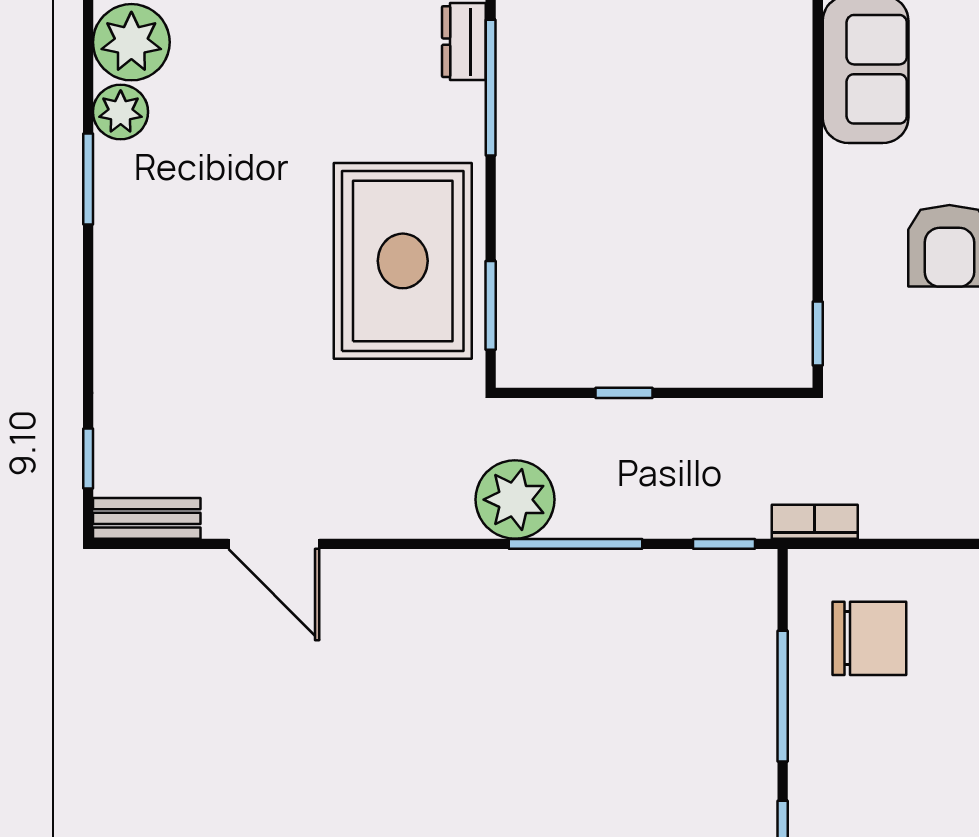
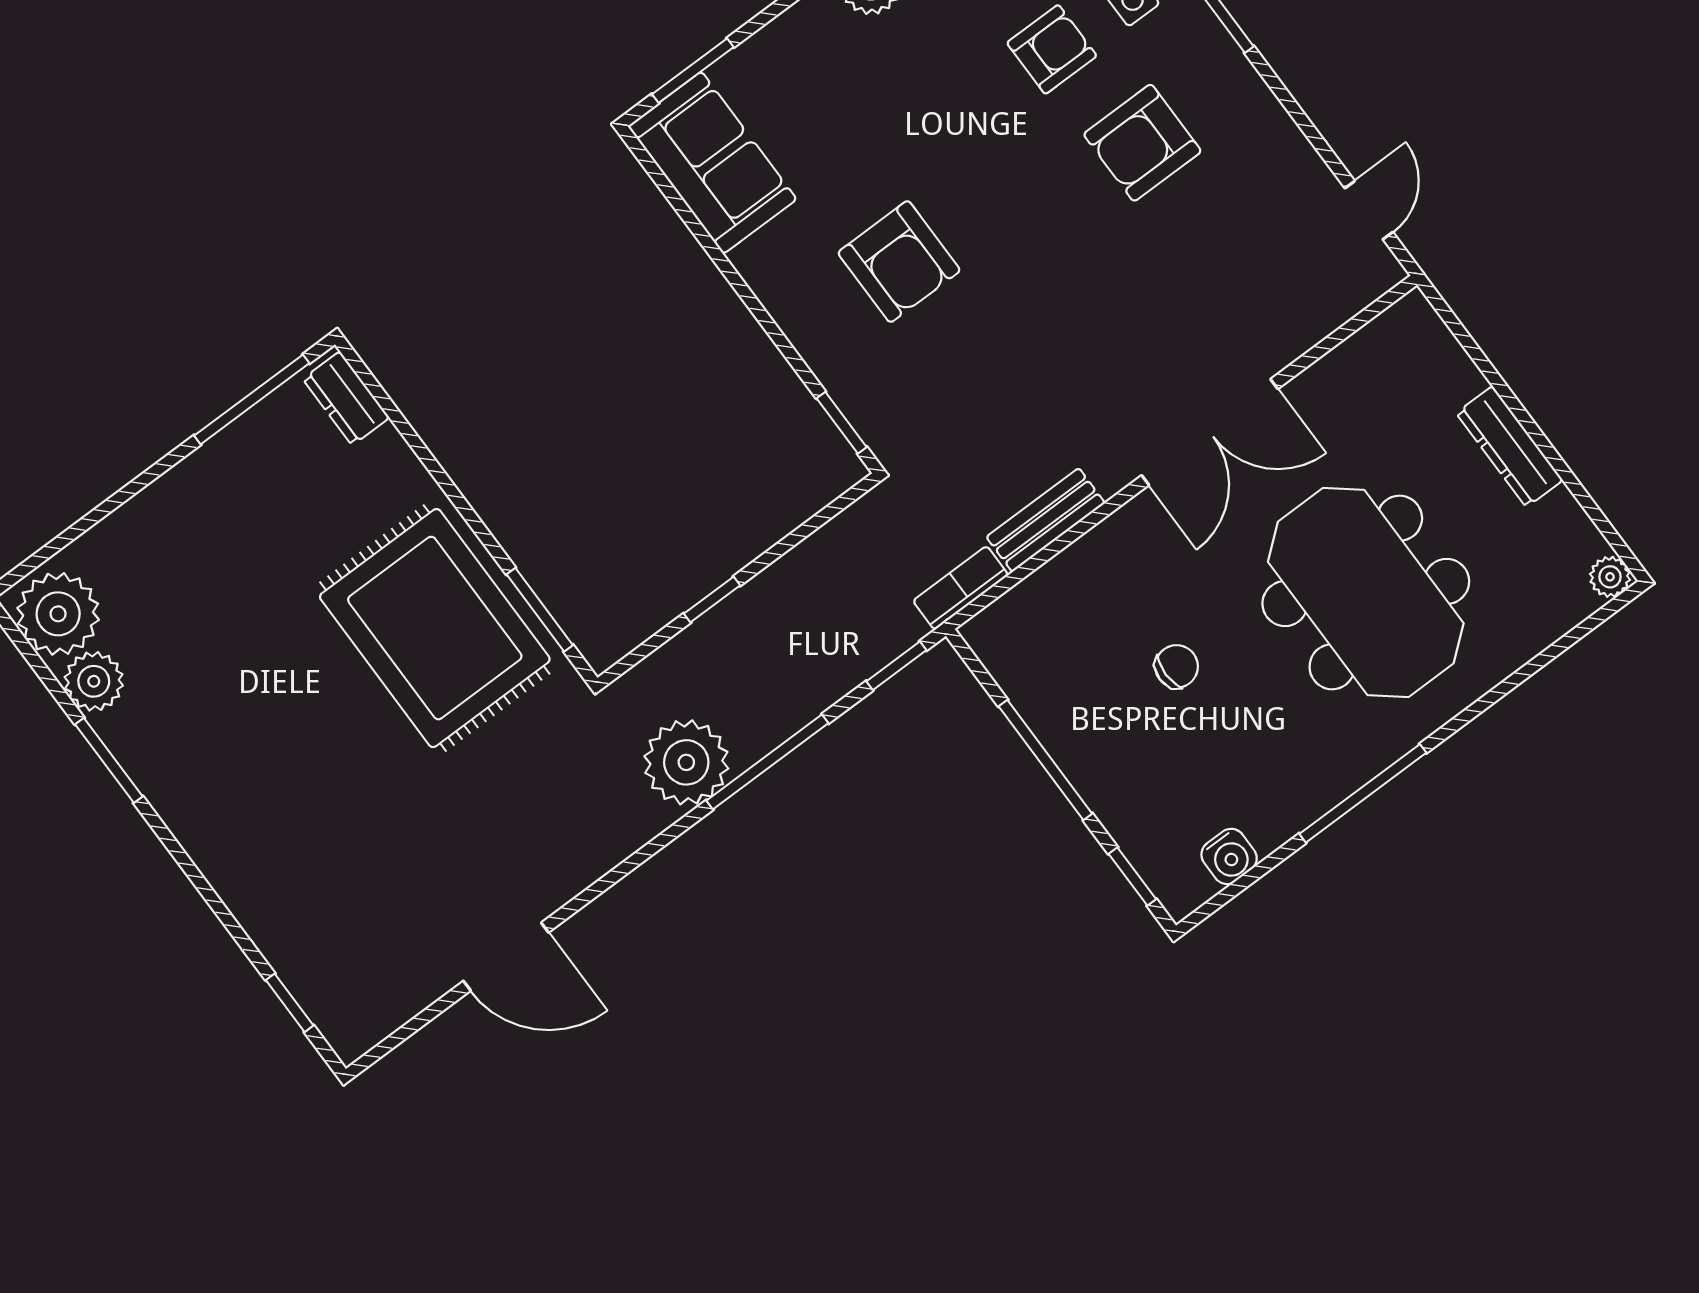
window: (491, 88) -> (399, 421), removed
bench: (147, 518) -> (1046, 520), moved
chair: (869, 638) -> (1177, 666), moved, width x0.54, depth x0.54

